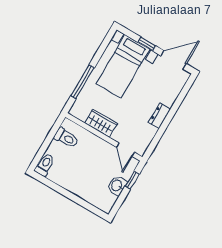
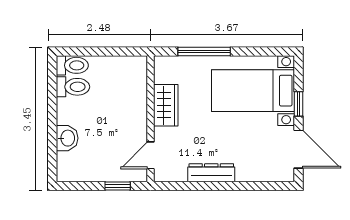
dresser: (160, 116) -> (211, 173), width x1.44
toilet: (66, 138) -> (73, 87), moved, turned -90
washbasin: (117, 186) -> (67, 138), moved, turned 90

